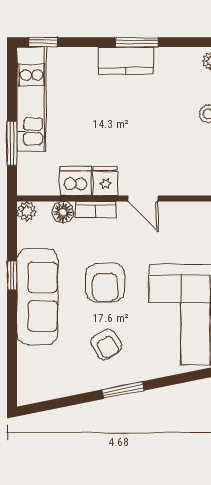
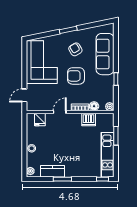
kitchen counter: (126, 61) -> (53, 171), moved
fridge: (106, 181) -> (40, 120), moved
door: (143, 199) -> (60, 112), hinge flipped
armchair: (105, 283) -> (76, 76), turned -90
sofa: (37, 297) -> (105, 54), moved

